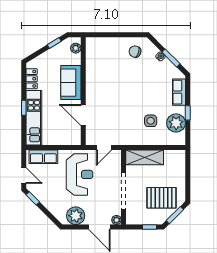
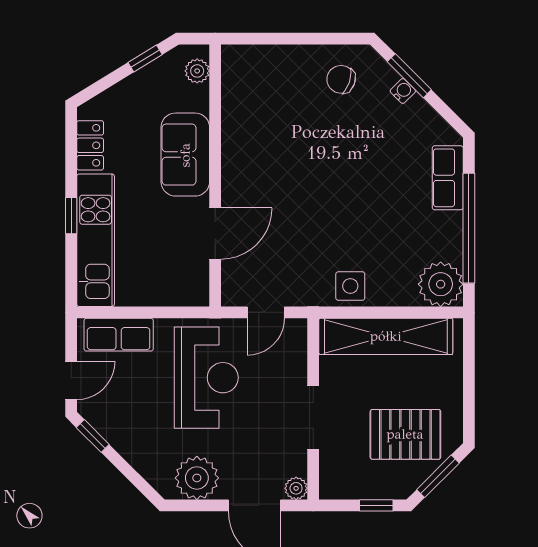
window: (171, 58) -> (409, 76), moved
window: (188, 113) -> (469, 228), width x3.17
door: (83, 115) -> (215, 233), swing flipped
side table: (151, 121) -> (350, 286), moved
plant: (176, 123) -> (441, 284), moved
shelving: (145, 157) -> (386, 336), width x1.47
door: (24, 176) -> (71, 380), hinge flipped
doorway: (124, 191) -> (313, 418), width x0.73

